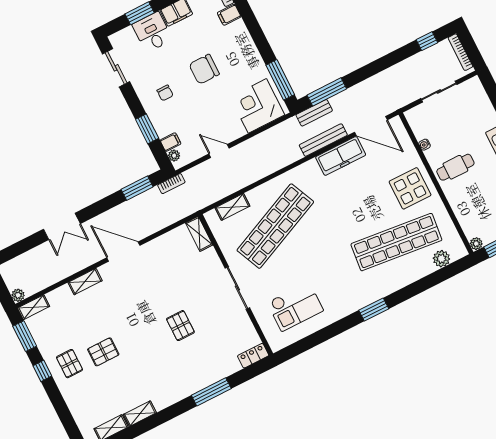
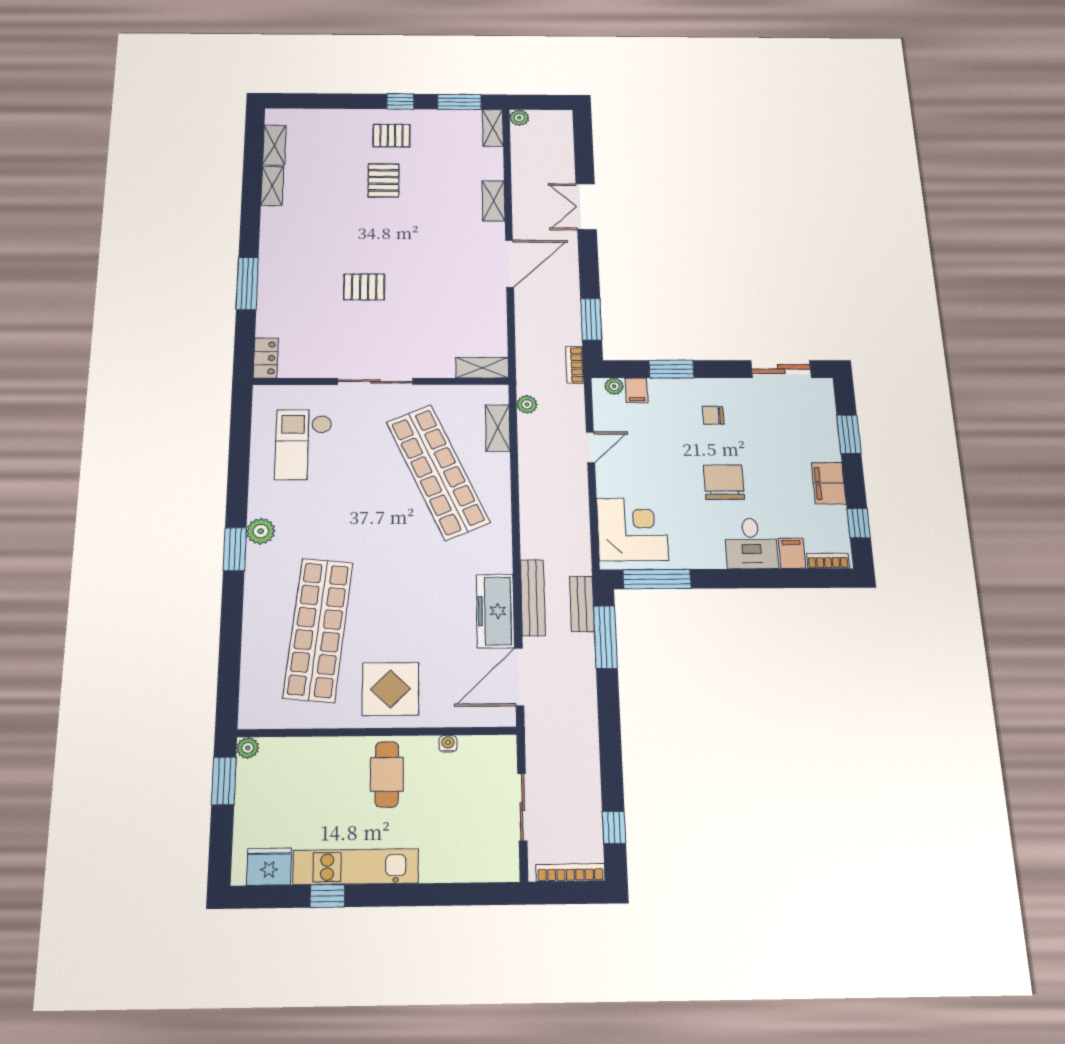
desk: (152, 32) -> (751, 543), moved, turned 90
plant: (210, 198) -> (527, 404), added
plant: (441, 259) -> (261, 531), moved

